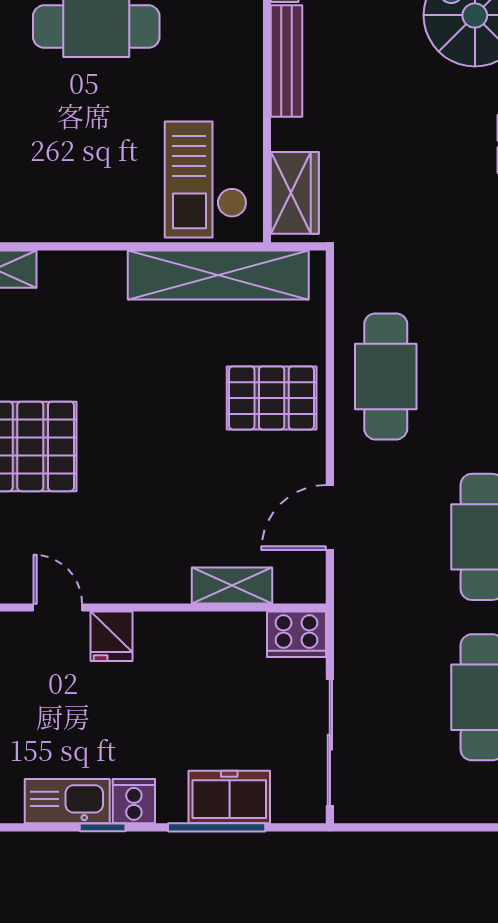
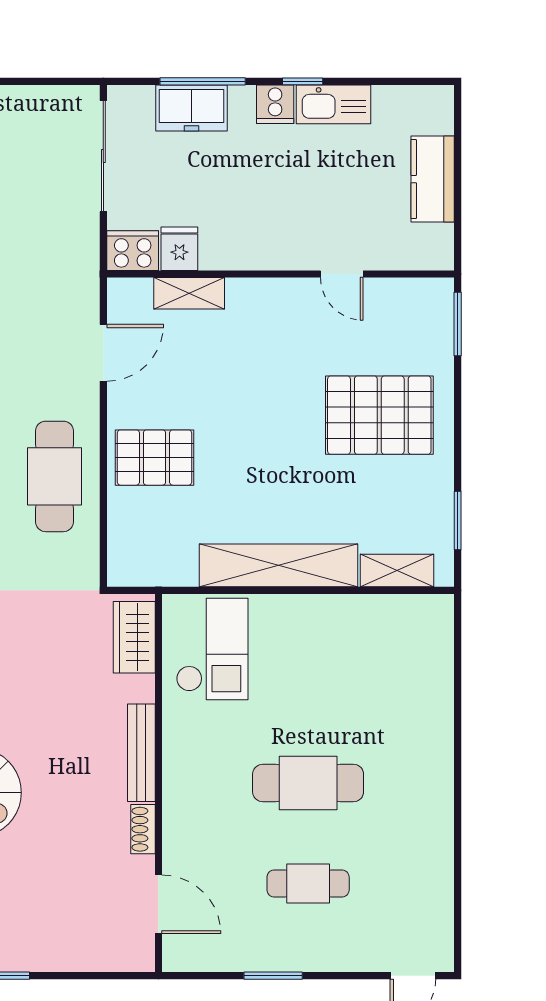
shelving: (218, 275) -> (279, 565), moved
fridge: (111, 636) -> (179, 249), moved

